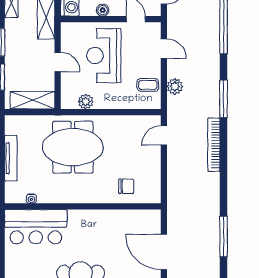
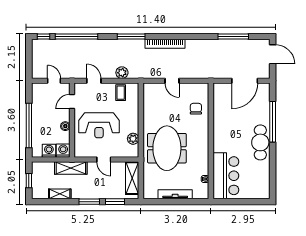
door: (164, 49) -> (94, 81), hinge flipped
door: (58, 62) -> (104, 159), swing flipped
door: (164, 136) -> (172, 81), moved

